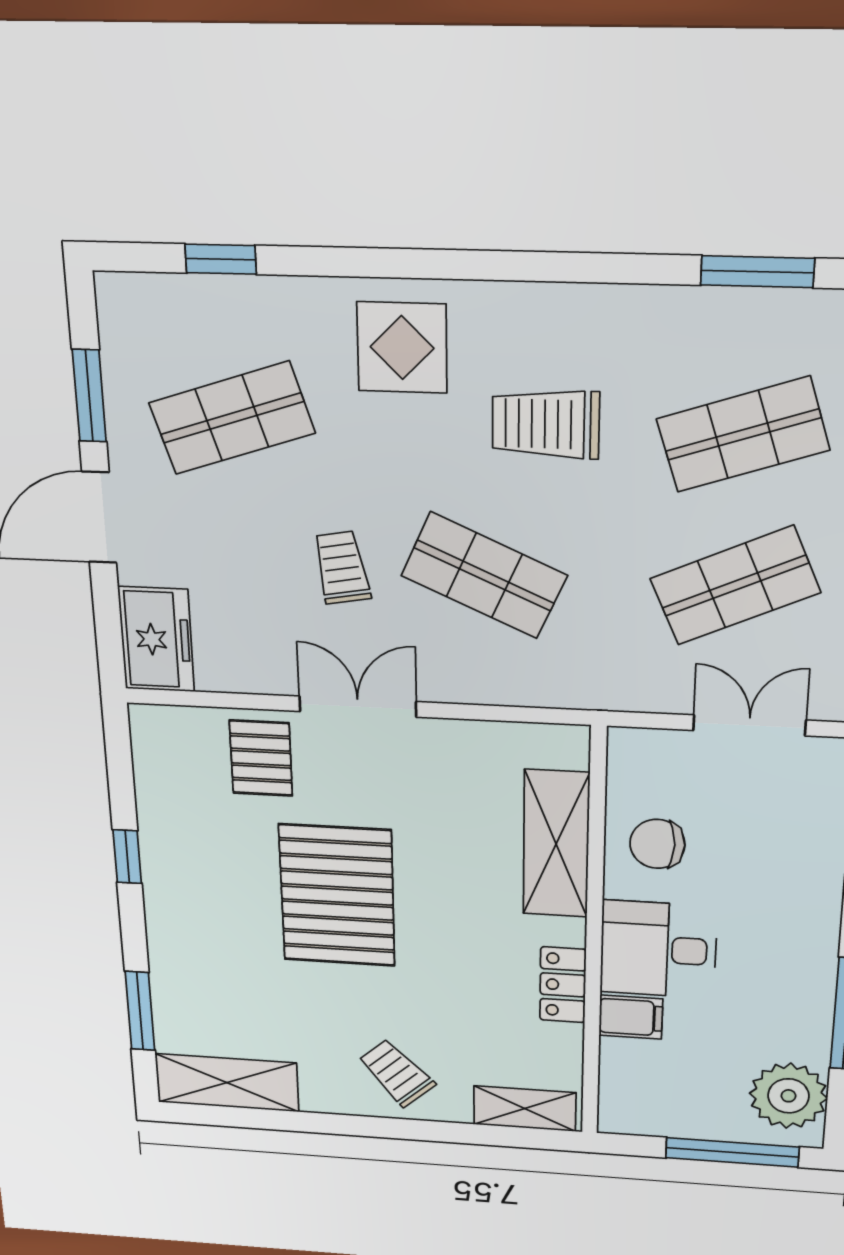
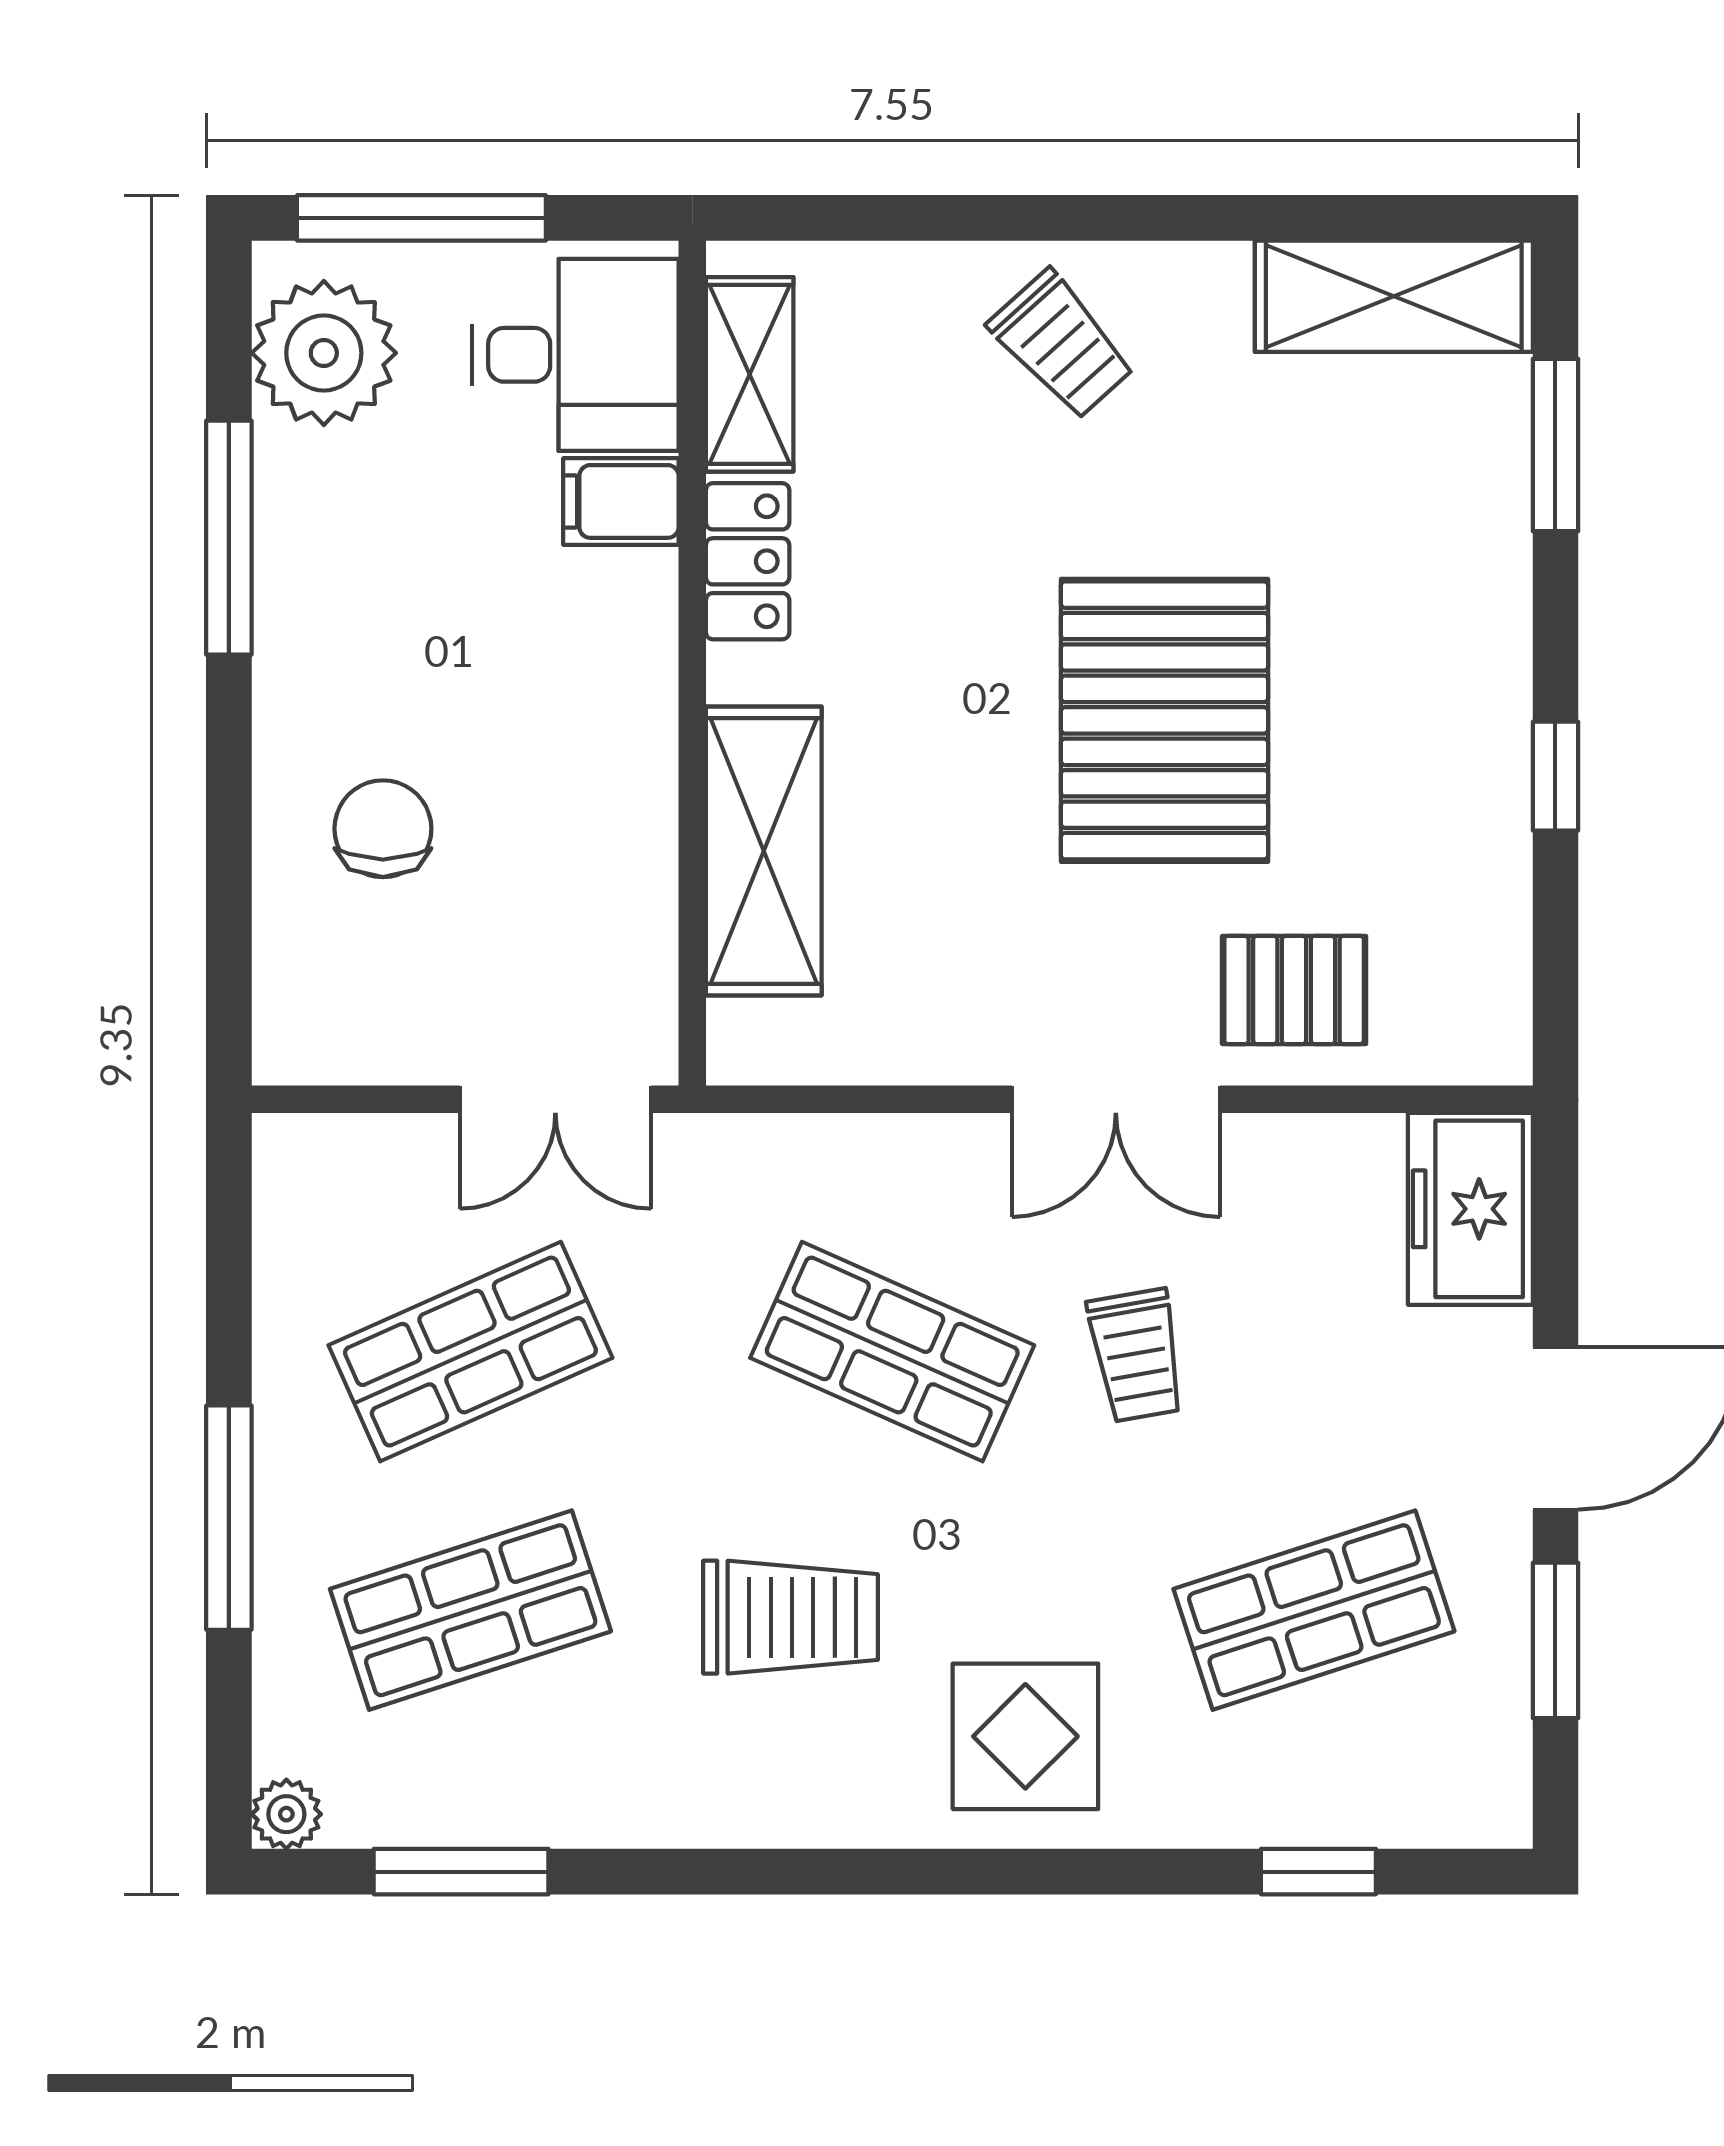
double door: (749, 725) -> (555, 1099), moved
pallet: (261, 758) -> (1294, 990), turned 90
chair: (657, 844) -> (383, 829), moved, turned -90
desk: (658, 949) -> (575, 355), moved
shelving: (525, 1108) -> (750, 374), moved, turned 90

